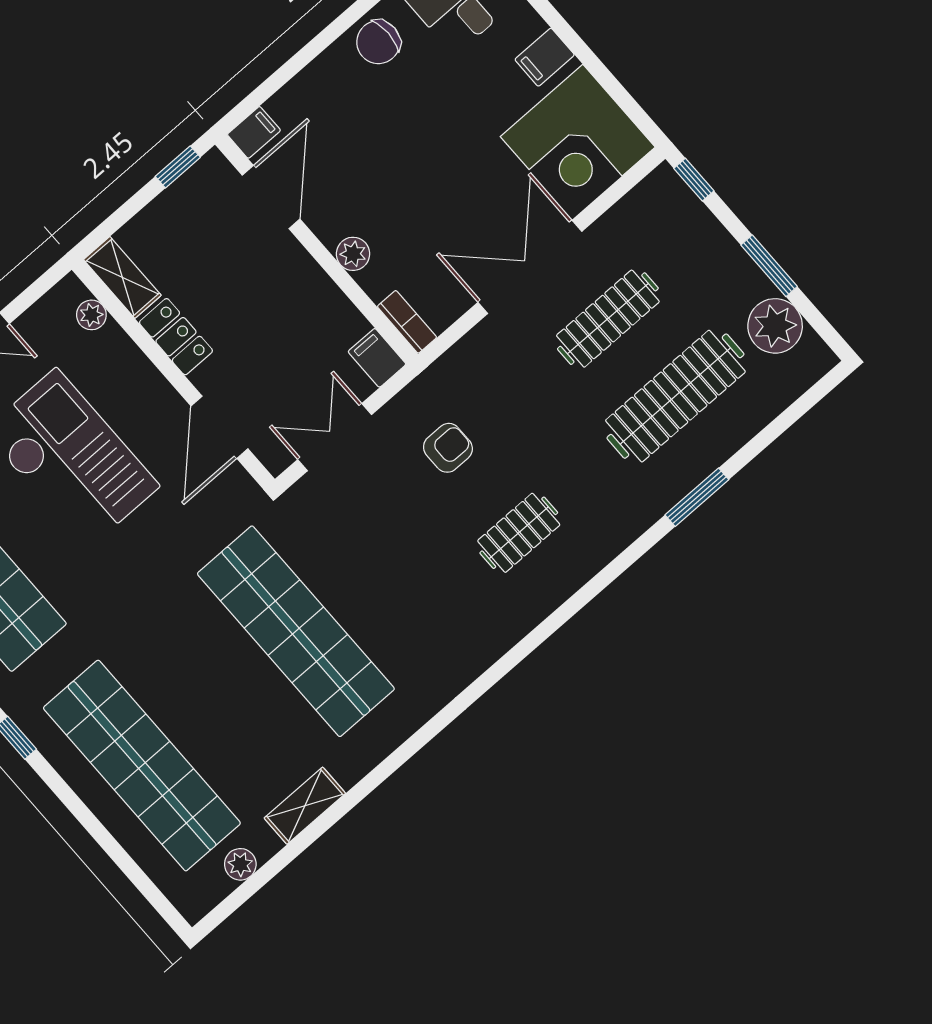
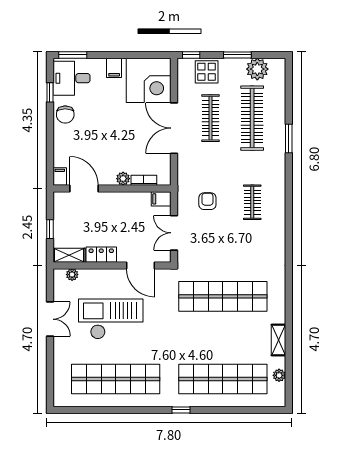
window: (178, 167) -> (50, 229), moved
display table: (688, 236) -> (207, 72), added
bookcase: (407, 322) -> (144, 180), moved

